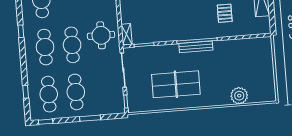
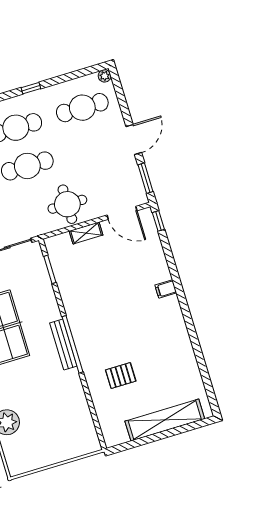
shelving: (127, 34) -> (86, 233), moved
round table: (101, 35) -> (67, 204), moved

